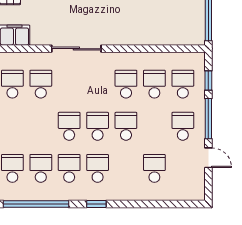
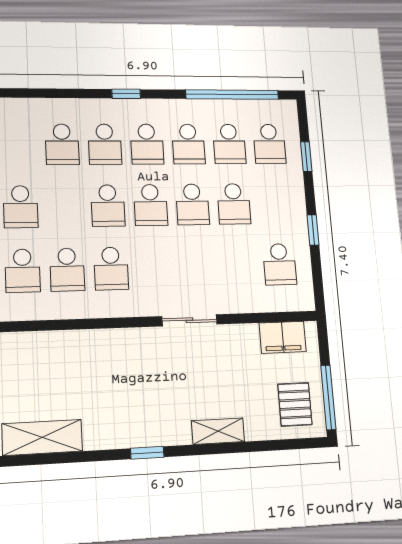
sliding door: (76, 49) -> (189, 320), width x0.73
school desk: (41, 84) -> (234, 204), moved
school desk: (126, 168) -> (105, 144), added
window: (96, 204) -> (126, 94), moved

